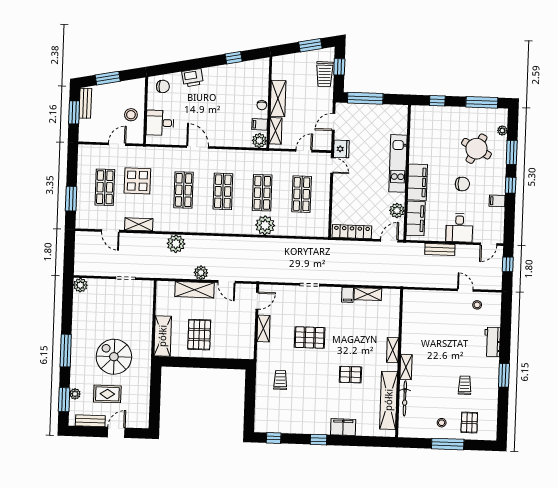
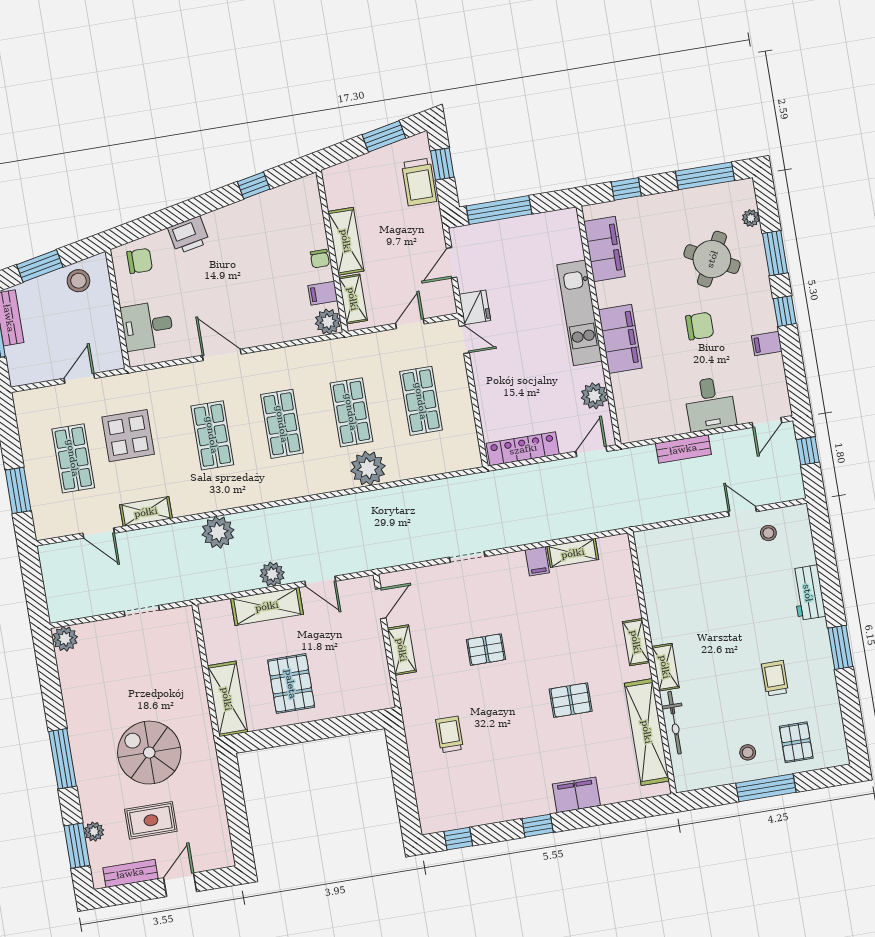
stool: (131, 115) -> (78, 281), moved
filing cabinet: (416, 218) -> (604, 249), moved
pallet: (310, 337) -> (486, 650), width x0.67, depth x0.71

